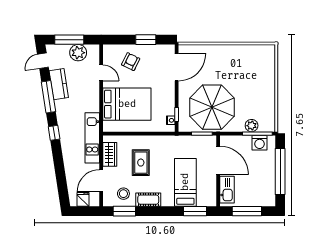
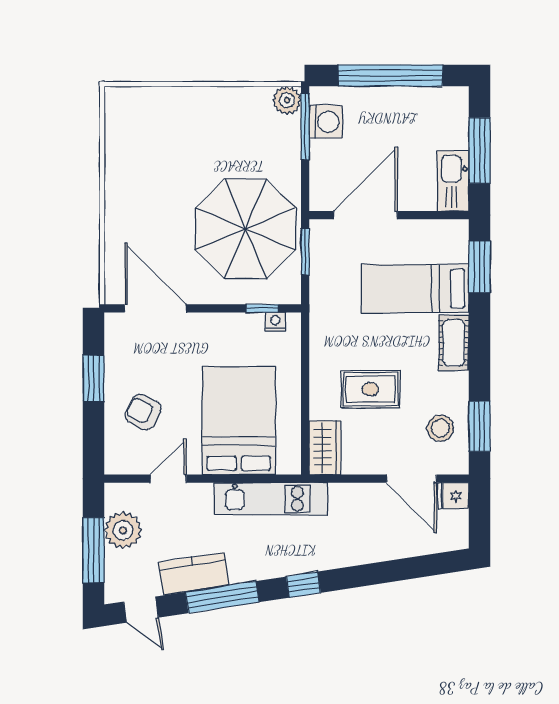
plant: (252, 126) -> (287, 100), moved
kitchen unit: (92, 138) -> (271, 499), moved
wardrobe: (110, 154) -> (325, 448), moved, turned 90
kitchen sink: (227, 190) -> (453, 181), moved, turned -90
fridge: (83, 199) -> (453, 496), moved
cot: (148, 200) -> (454, 343), moved

